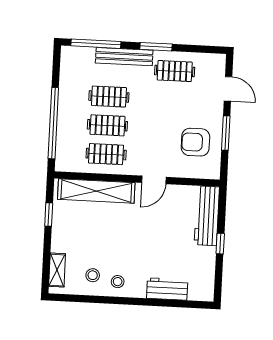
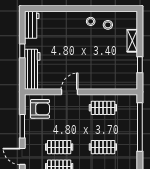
clothes rail: (107, 125) -> (59, 147), moved
armchair: (195, 142) -> (40, 109), moved
shelving: (96, 191) -> (108, 82), removed
shelving: (57, 270) -> (132, 41), moved
workbench: (167, 289) -> (32, 25), moved, turned -90

